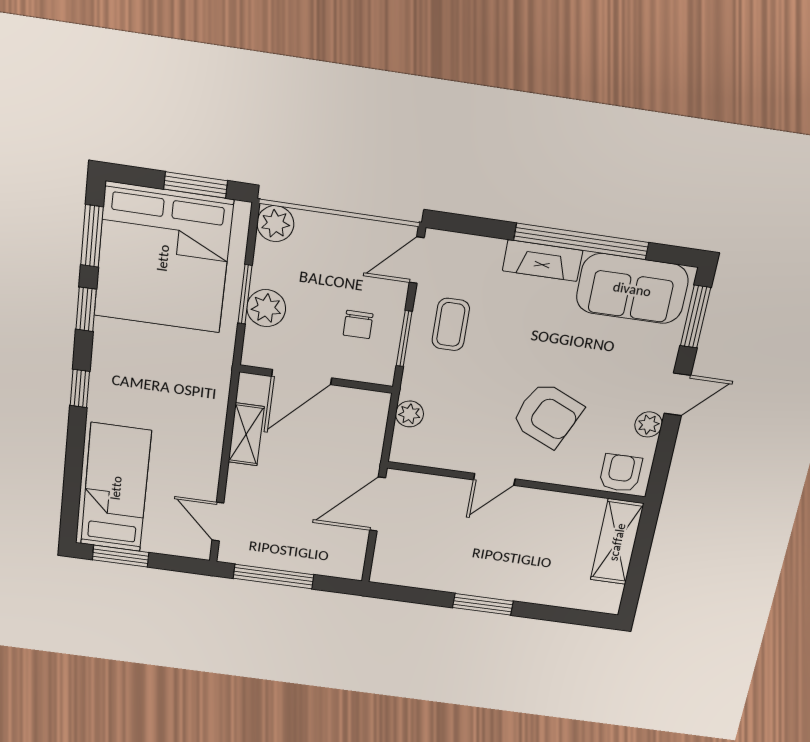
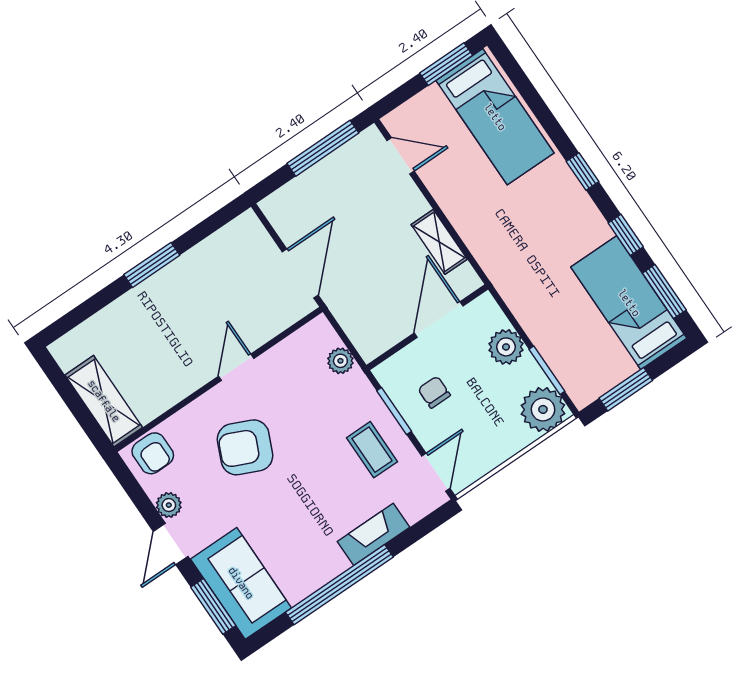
plant: (275, 224) -> (543, 409), width x1.36, depth x1.36
bed: (163, 258) -> (629, 303), width x0.49
fireplace: (543, 261) -> (374, 534), moved
sofa: (632, 289) -> (241, 583), moved, turned 90
window: (245, 294) -> (547, 370), moved

